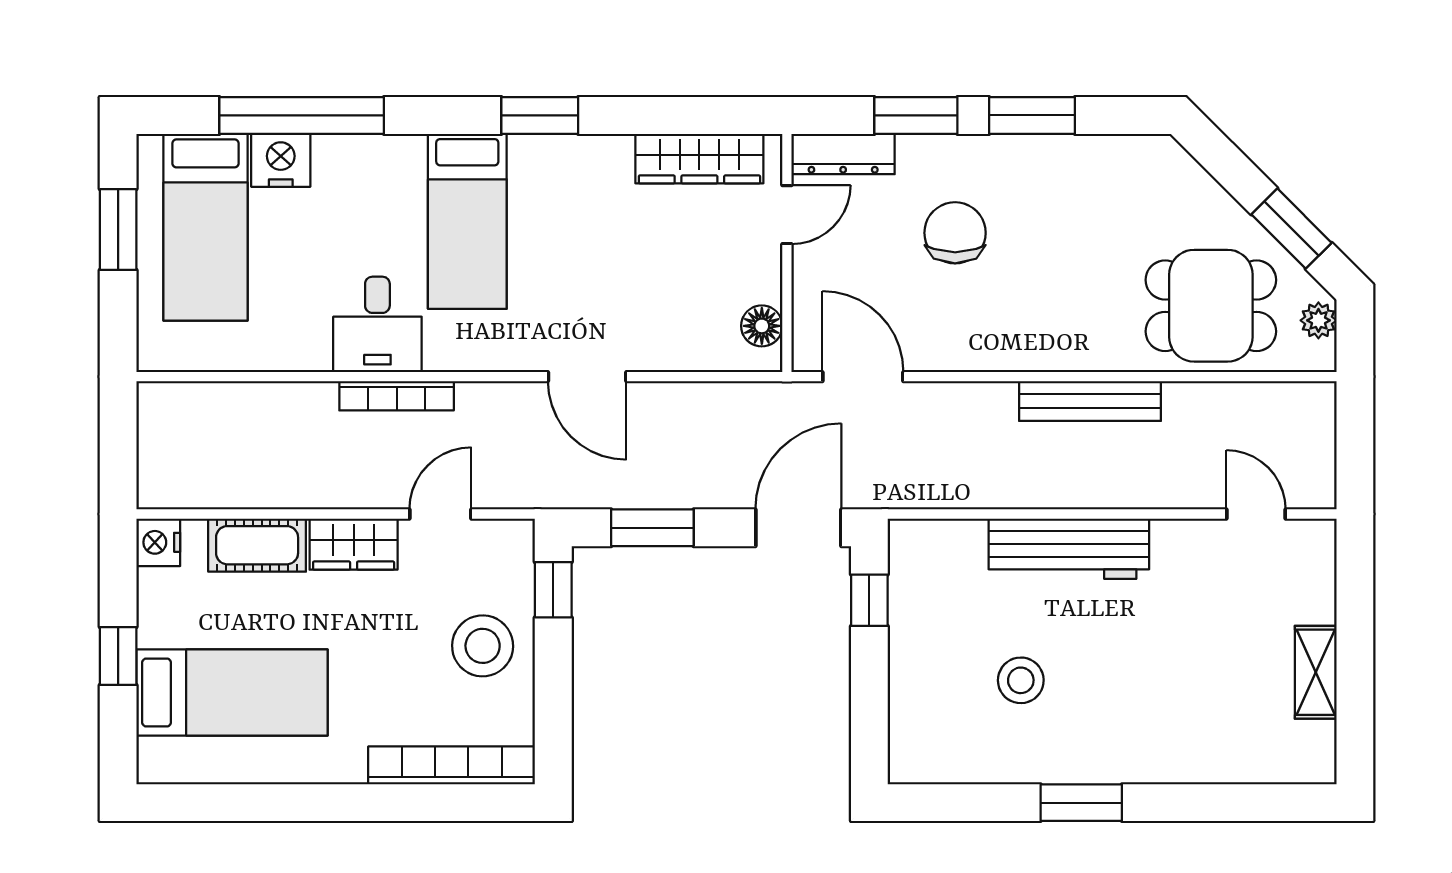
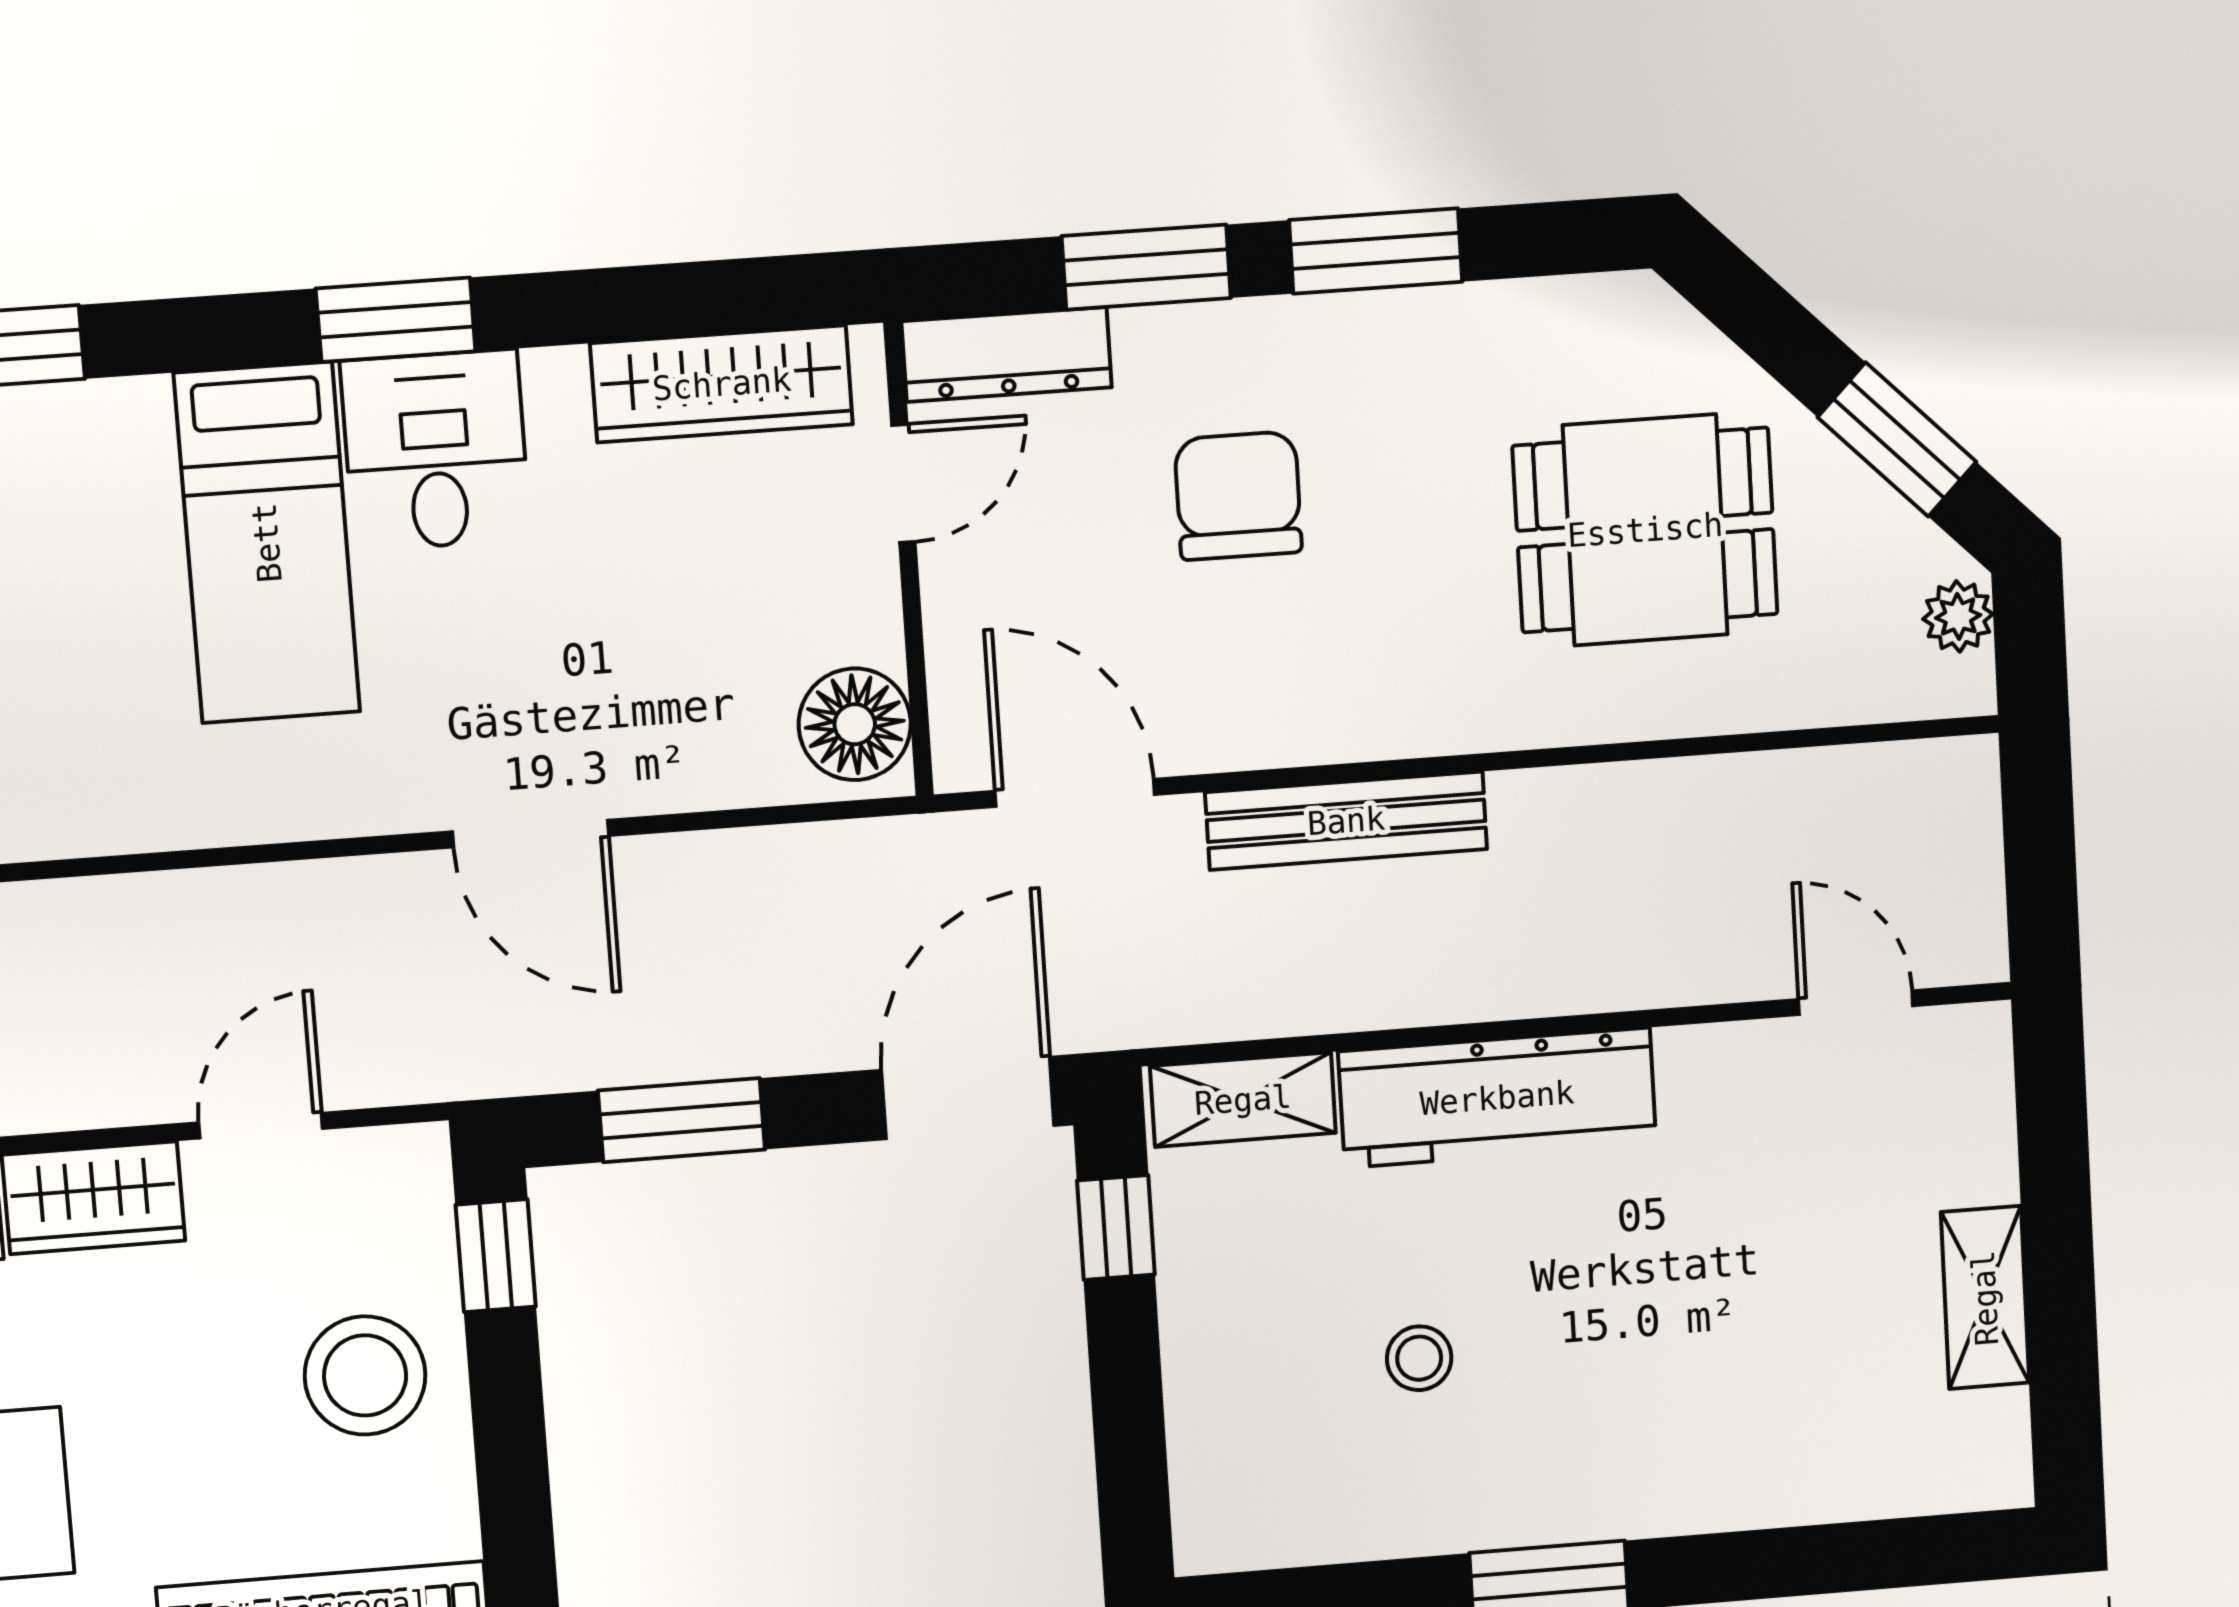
dining table: (1211, 306) -> (1645, 530), moved
desk: (377, 324) -> (436, 450), moved, turned 180
floor lamp: (762, 326) -> (855, 724), width x1.38, depth x1.38
bookcase: (397, 396) -> (154, 900), removed
bench: (1090, 401) -> (1346, 821), moved
shelving: (938, 539) -> (1243, 1100), added
stool: (1021, 680) -> (1419, 1358), width x0.73, depth x0.73

